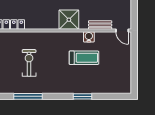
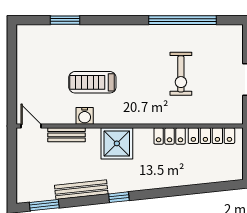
locker: (36, 24) -> (170, 136), added
window: (28, 96) -> (182, 20), width x1.46
window: (82, 96) -> (65, 20), moved

